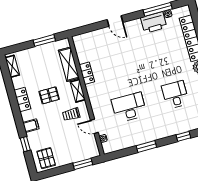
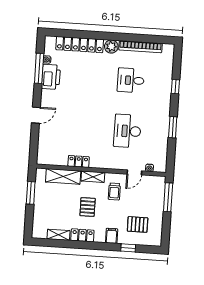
shelving: (12, 66) -> (58, 235), moved
pallet: (46, 158) -> (138, 224), moved
window: (83, 164) -> (168, 197), width x1.44

